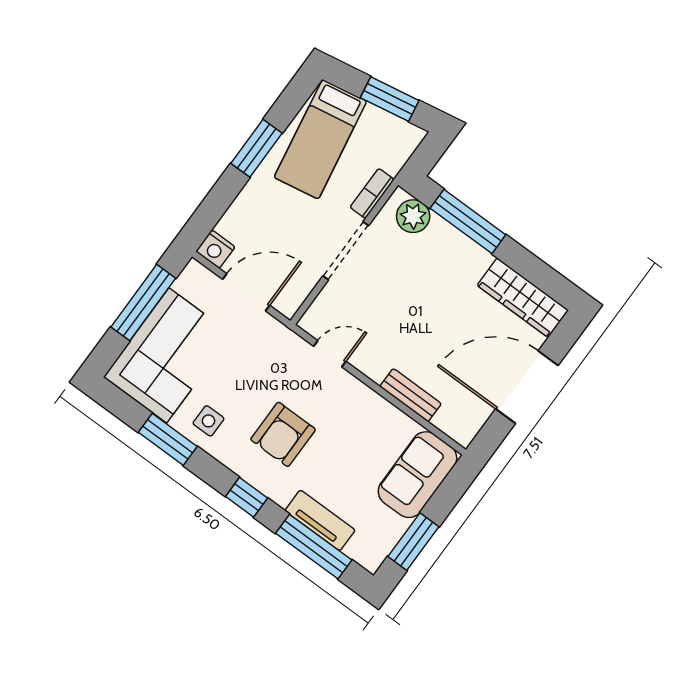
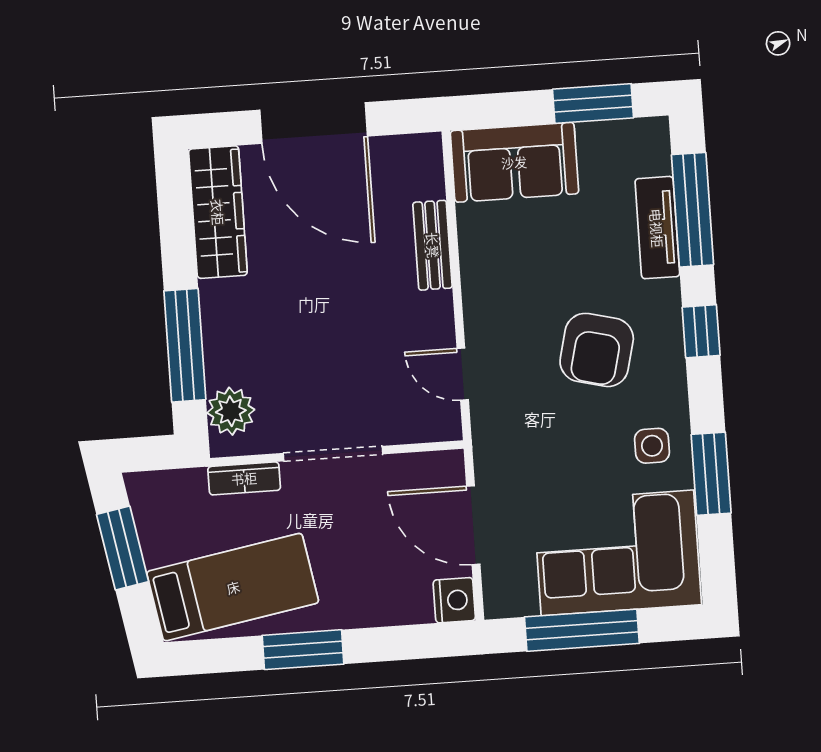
armchair: (283, 434) -> (597, 350), turned 104

